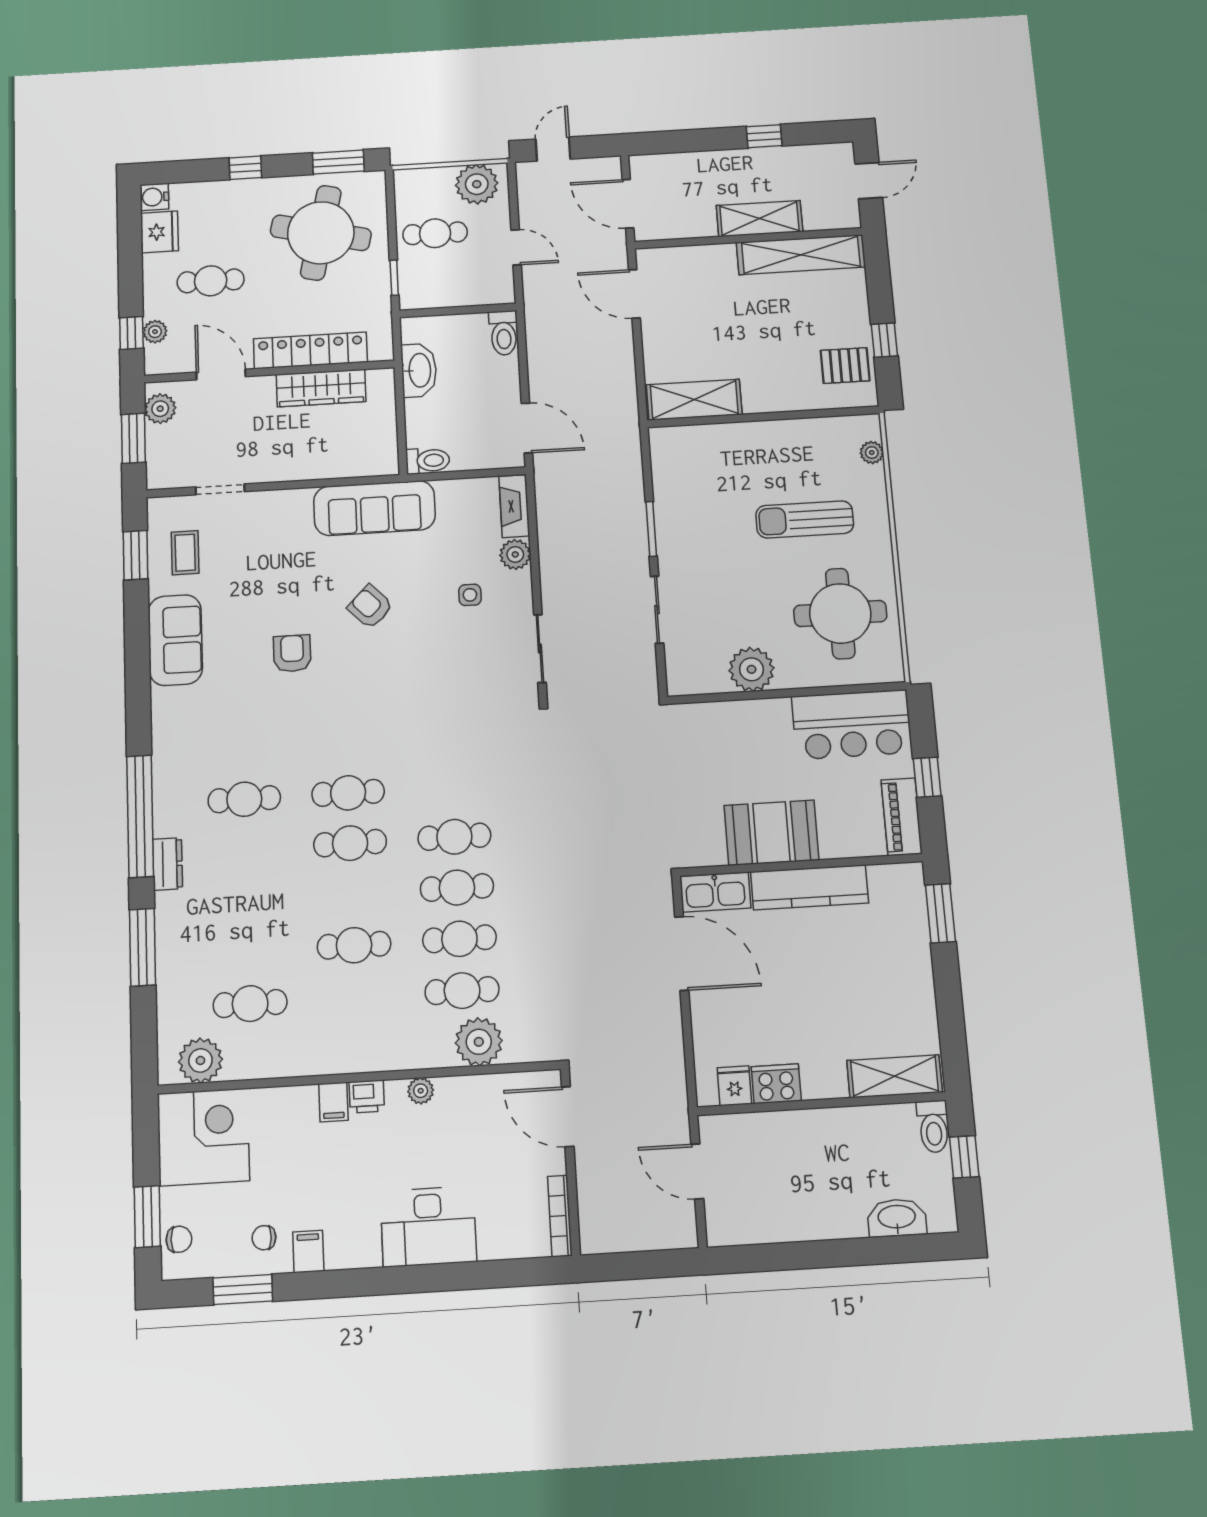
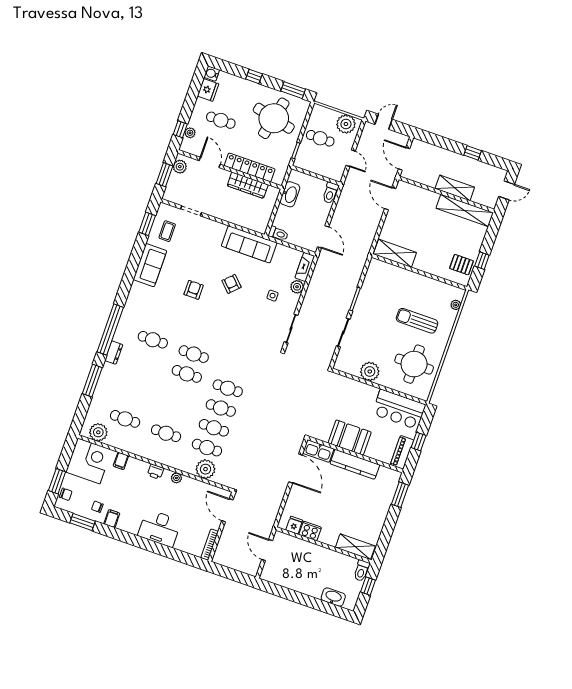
cafe table: (354, 945) -> (166, 433), moved
filing cabinet: (333, 1102) -> (121, 461), moved

